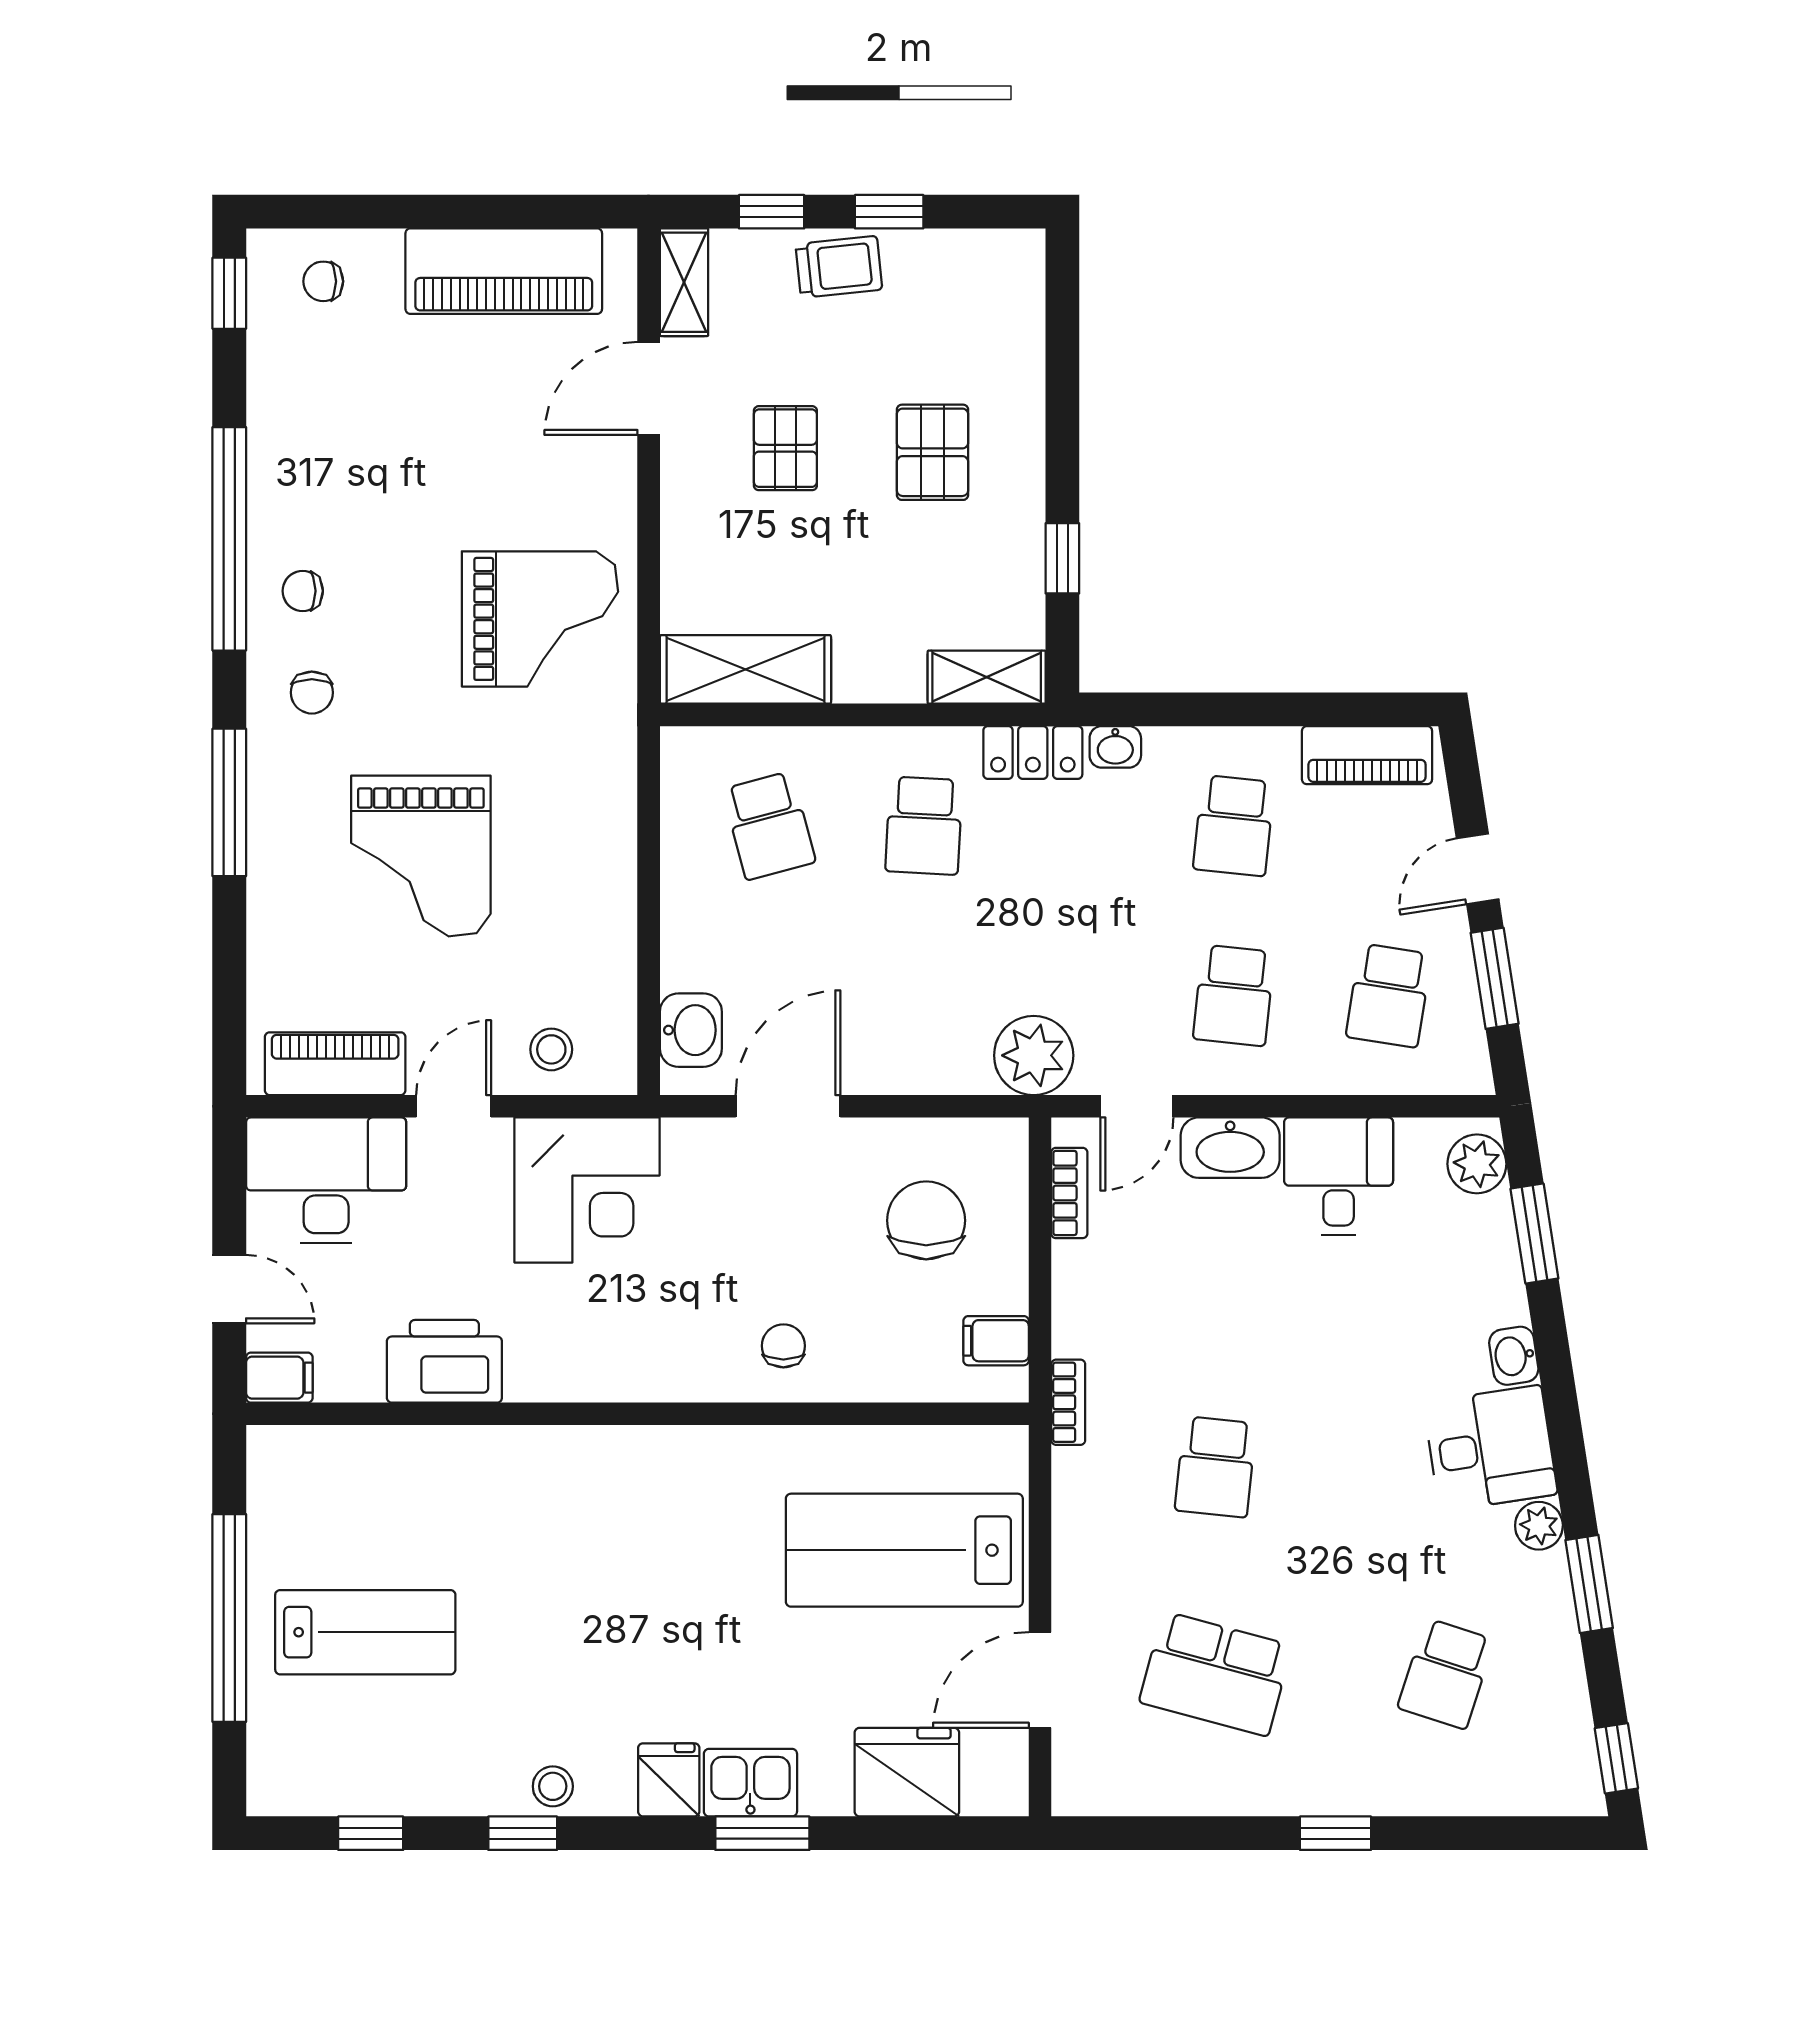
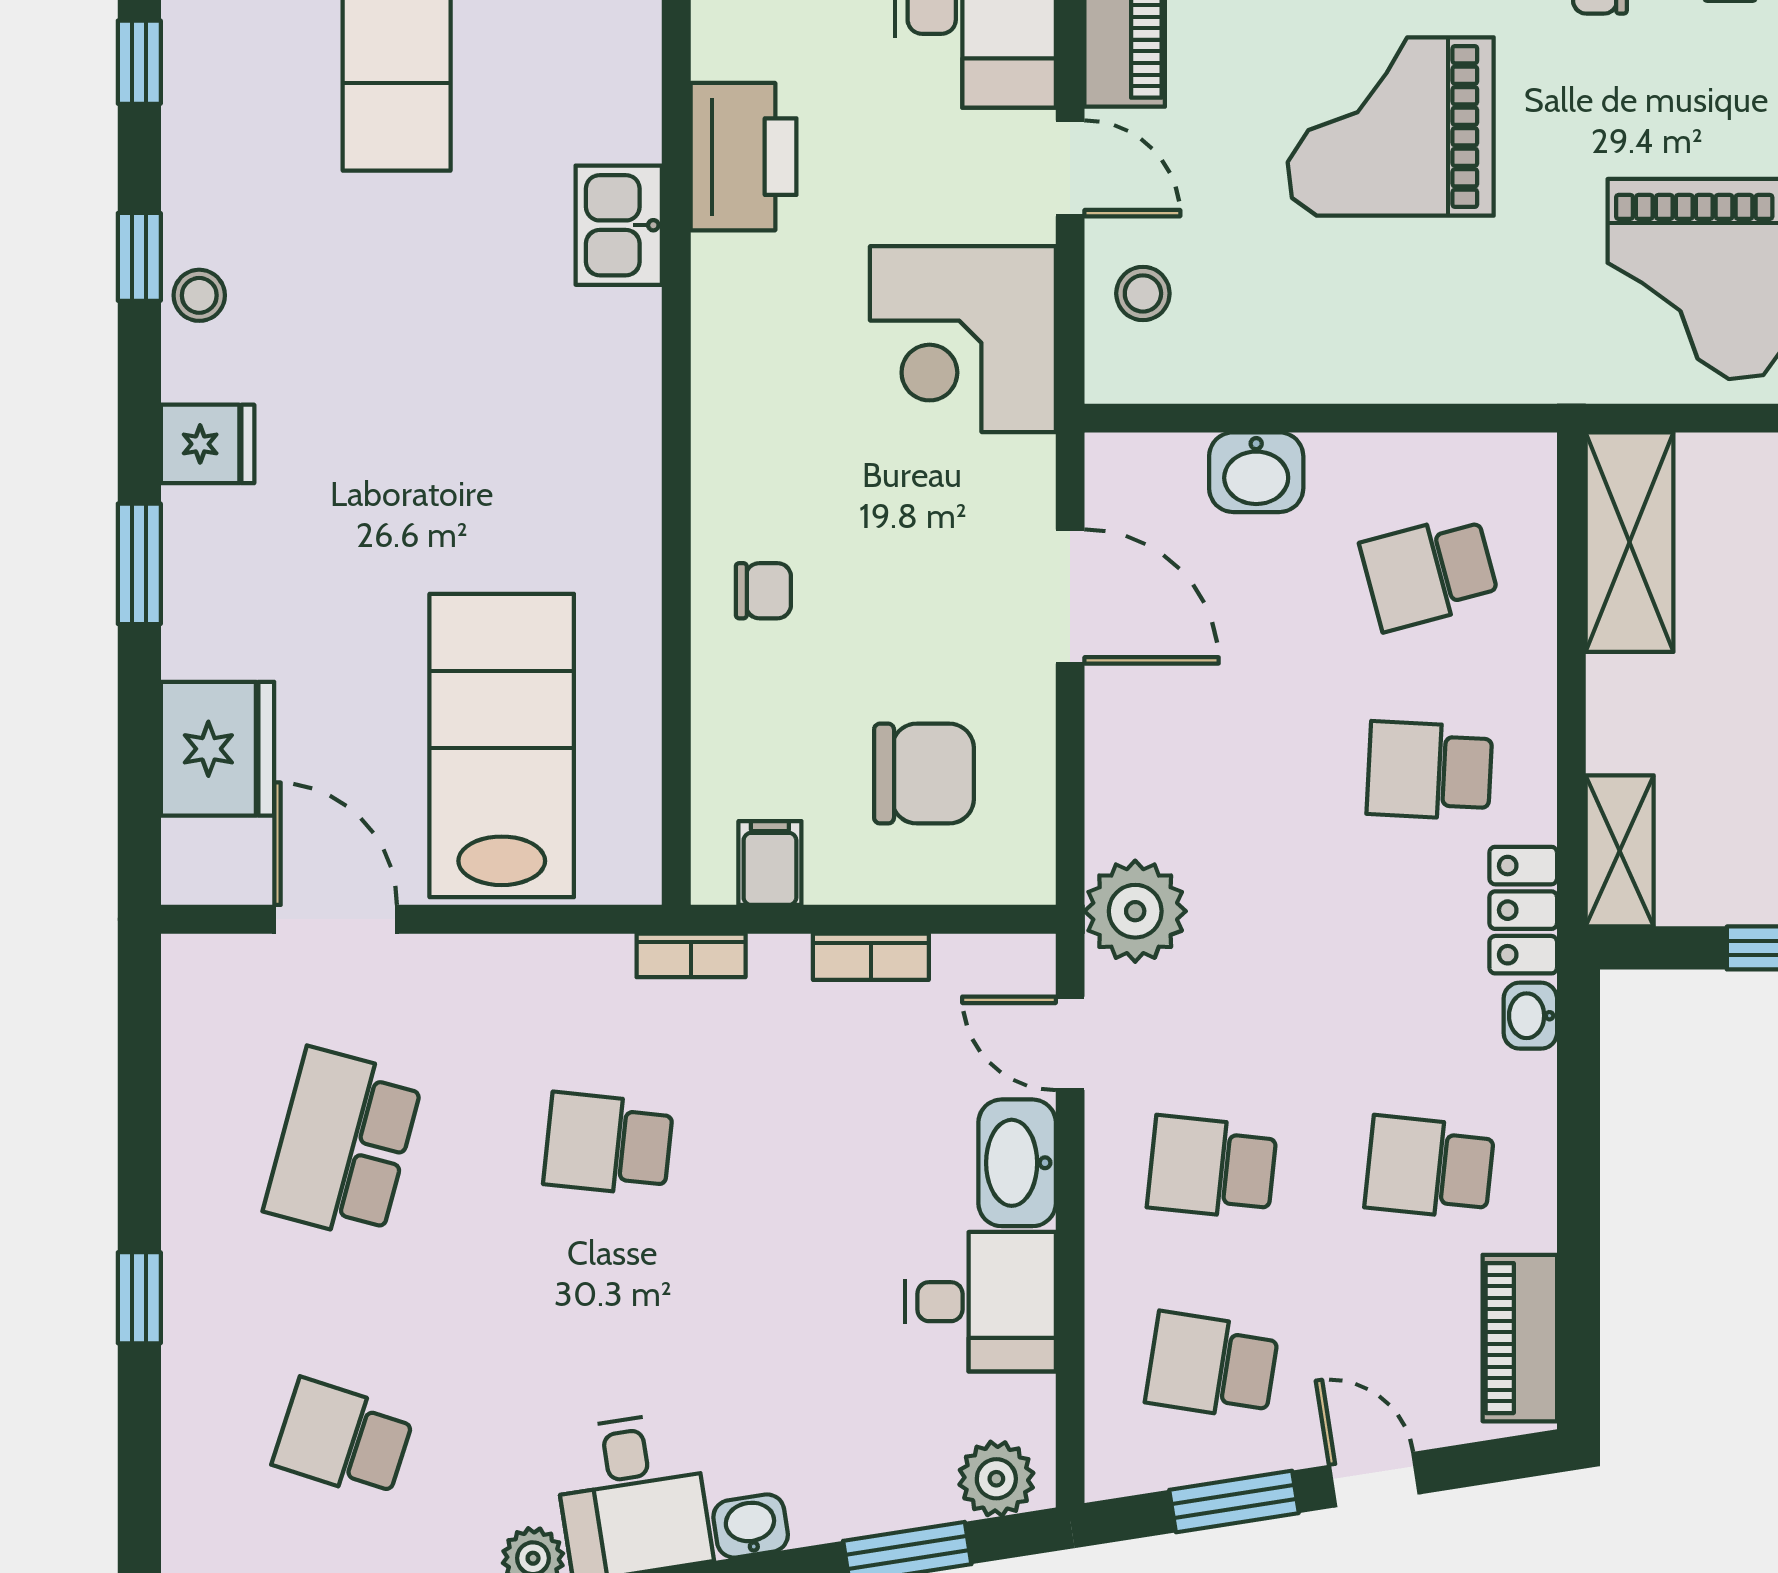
washbasin: (691, 1030) -> (1256, 472), moved
bookcase: (1069, 1193) -> (871, 957), moved
kitchen sink: (750, 1783) -> (619, 225), moved, turned 180

